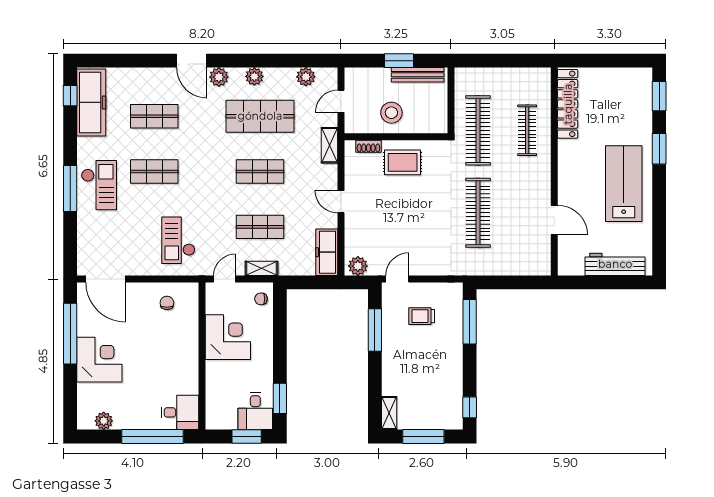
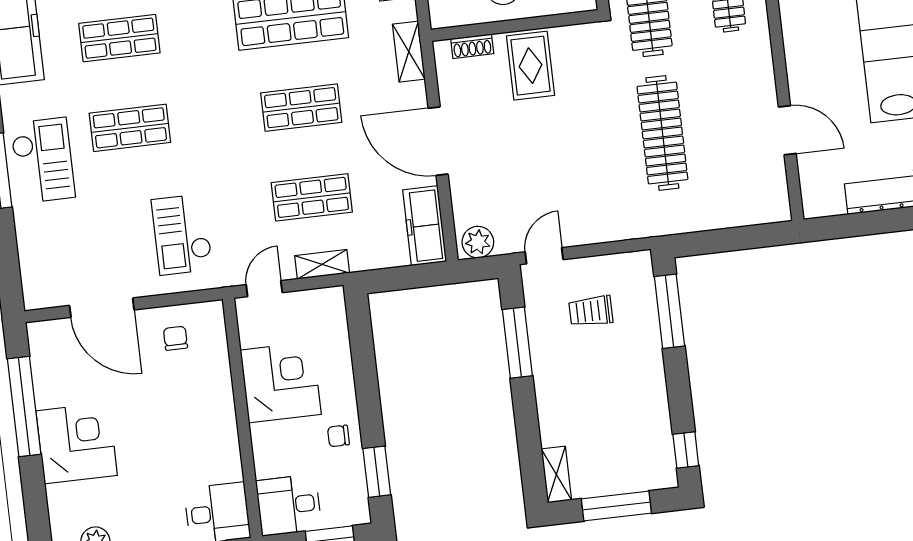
rug: (403, 162) -> (530, 66), turned 90
door: (341, 202) -> (438, 141), width x1.88
door: (105, 279) -> (102, 308), moved
chair: (261, 299) -> (338, 436), moved
desk: (255, 411) -> (289, 505), moved, turned 90

